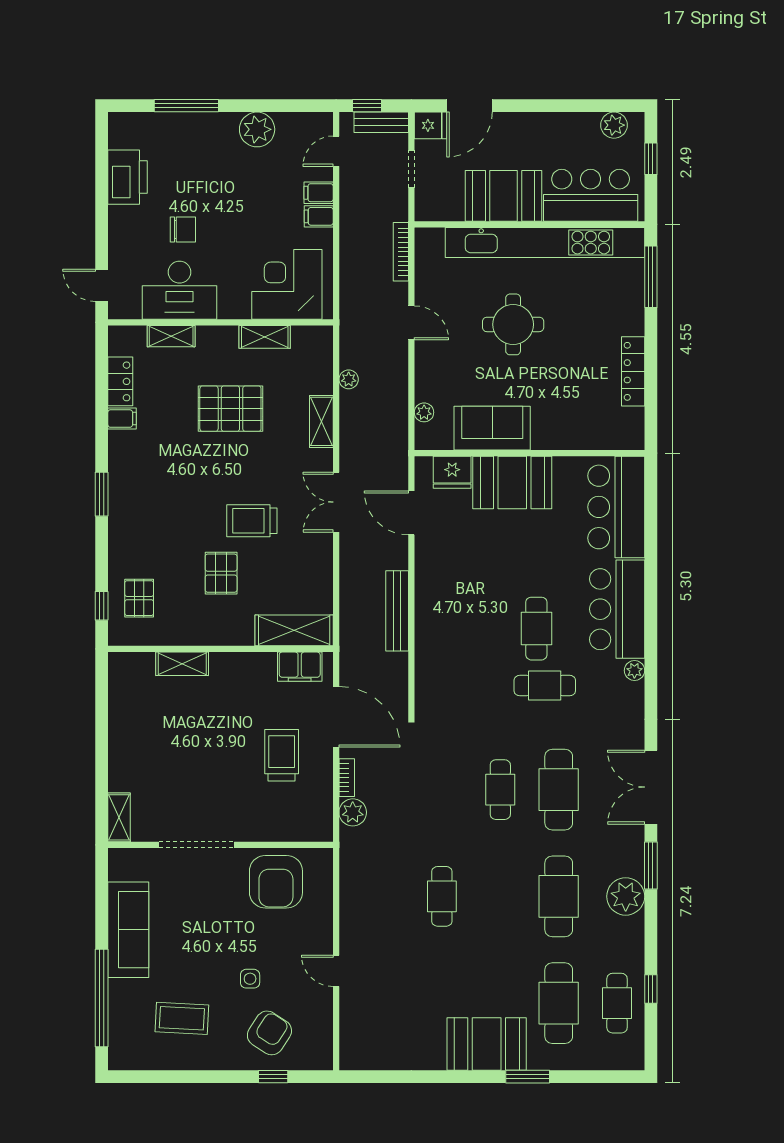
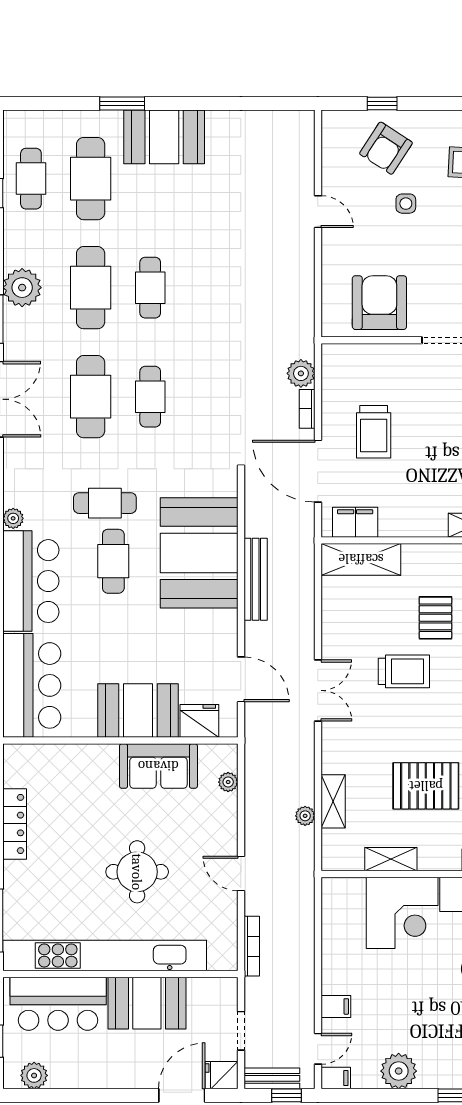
filing cabinet: (319, 216) -> (336, 1078), moved
corner desk: (287, 284) -> (402, 913), moved
shelving: (321, 421) -> (333, 801), moved
booth: (452, 637) -> (199, 553), added
cafe table: (442, 896) -> (150, 288), moved

